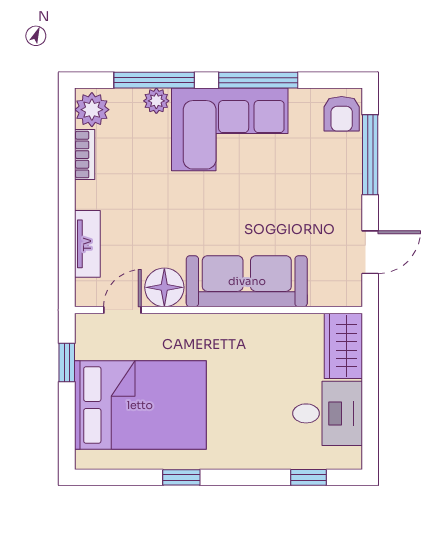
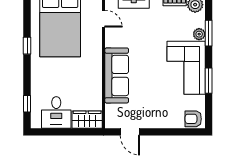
window: (154, 80) -> (209, 33), width x0.69
window: (258, 80) -> (209, 81), width x0.69
window: (370, 155) -> (174, 132), removed
floor lamp: (164, 287) -> (114, 38), removed

